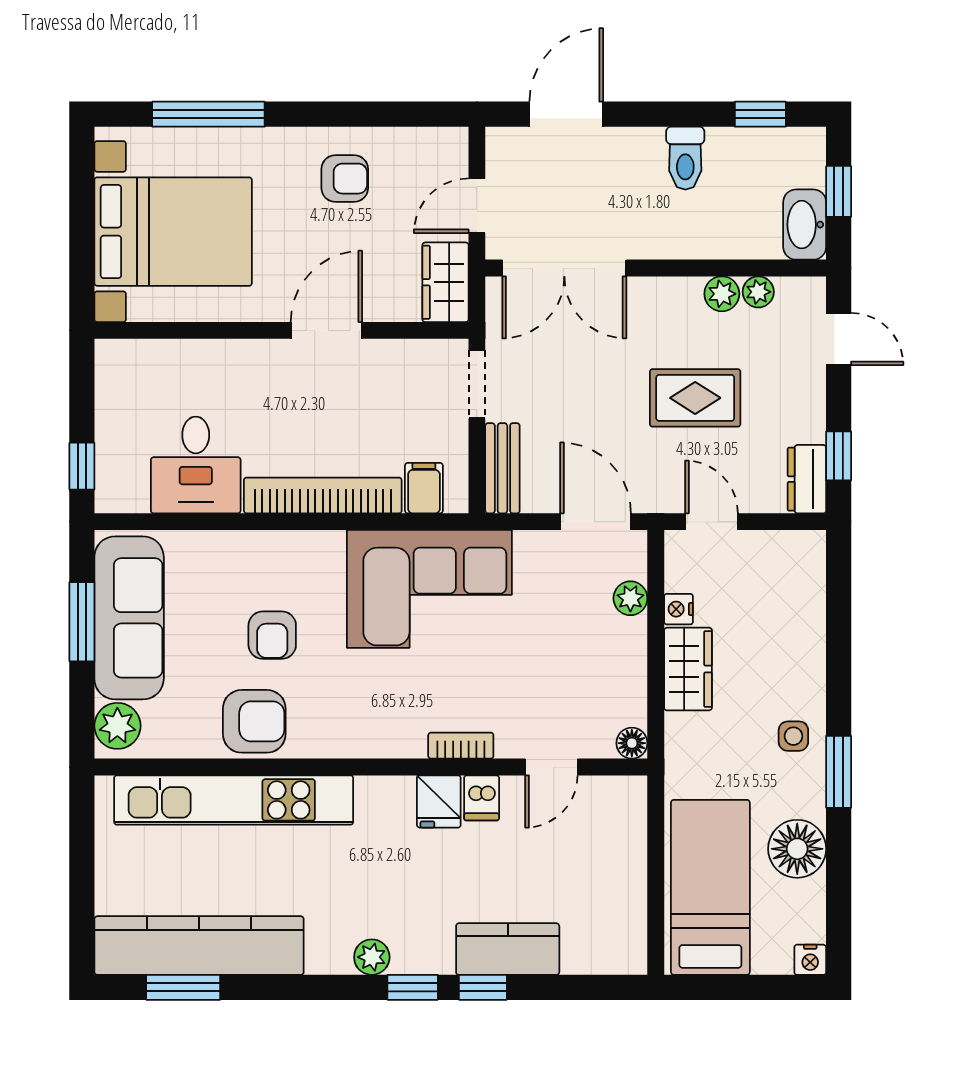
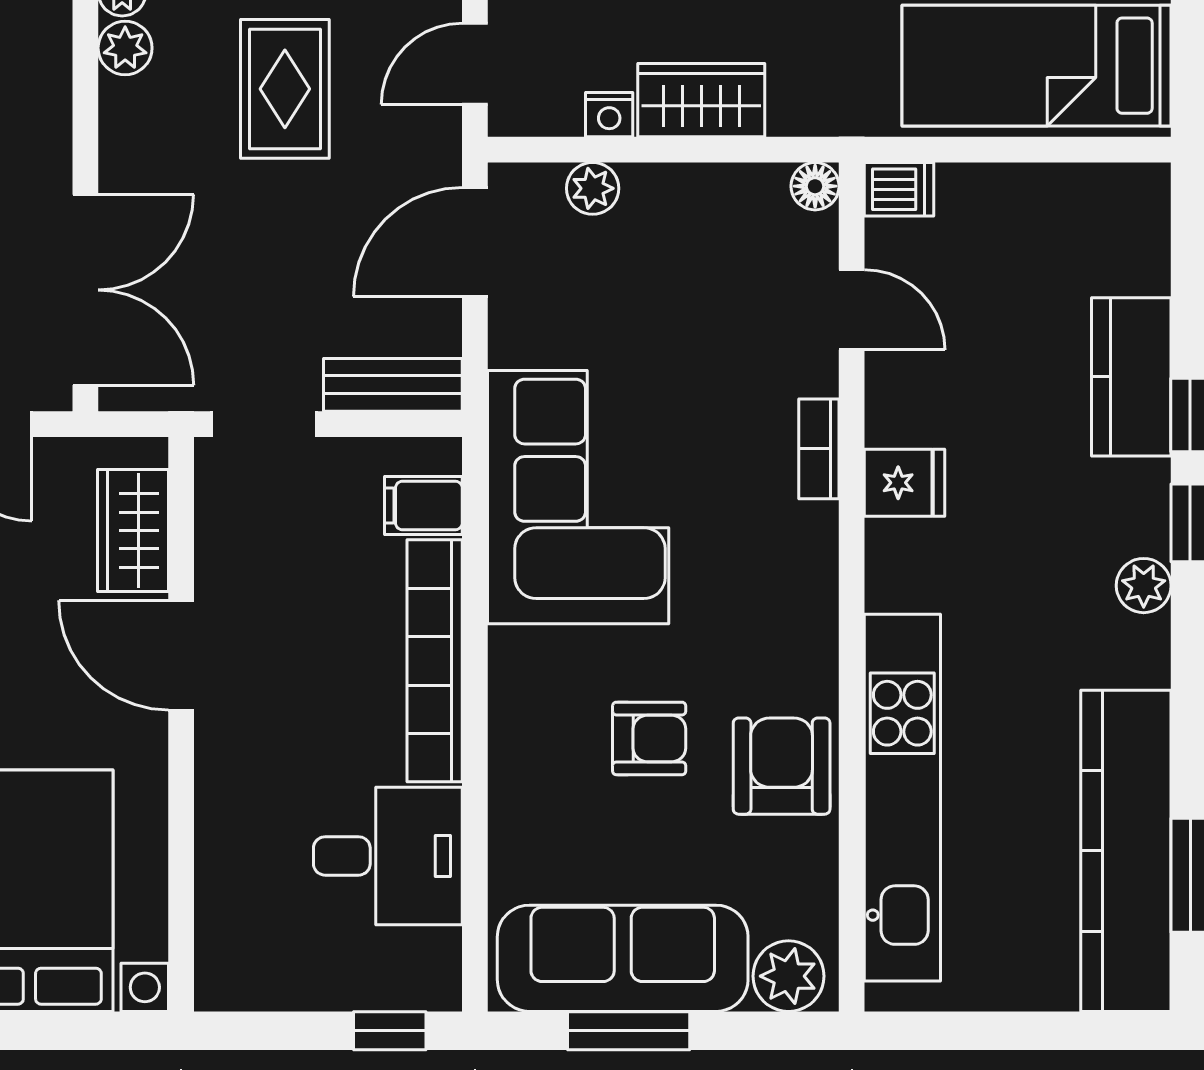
wardrobe: (446, 282) -> (133, 531), moved, turned 90
dishwasher: (482, 798) -> (899, 189), moved

